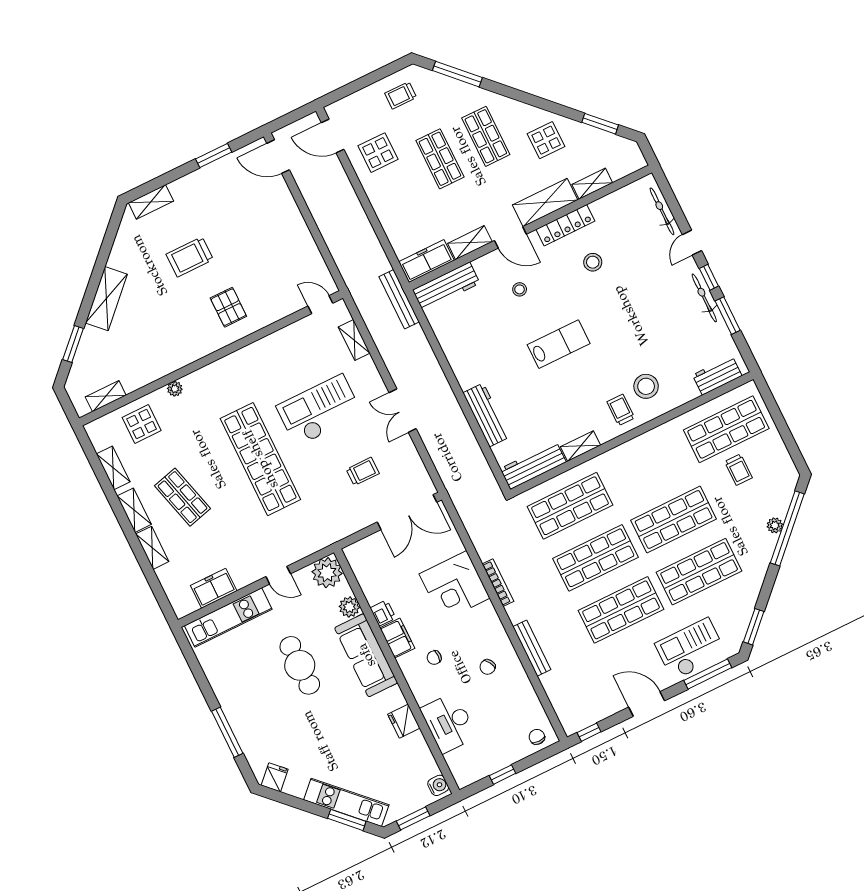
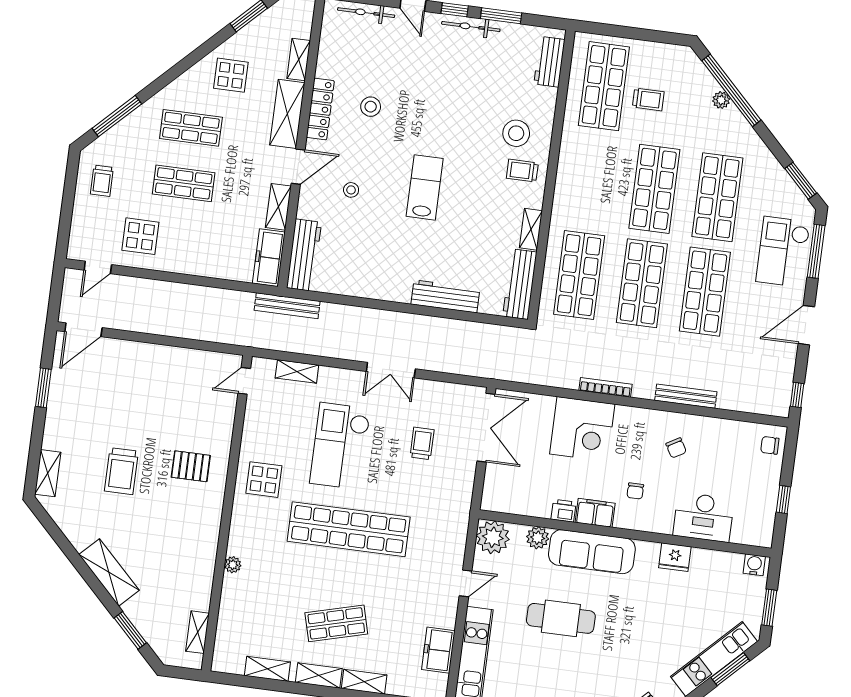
door: (333, 136) -> (98, 267), width x0.73
display table: (142, 424) -> (264, 480), moved

